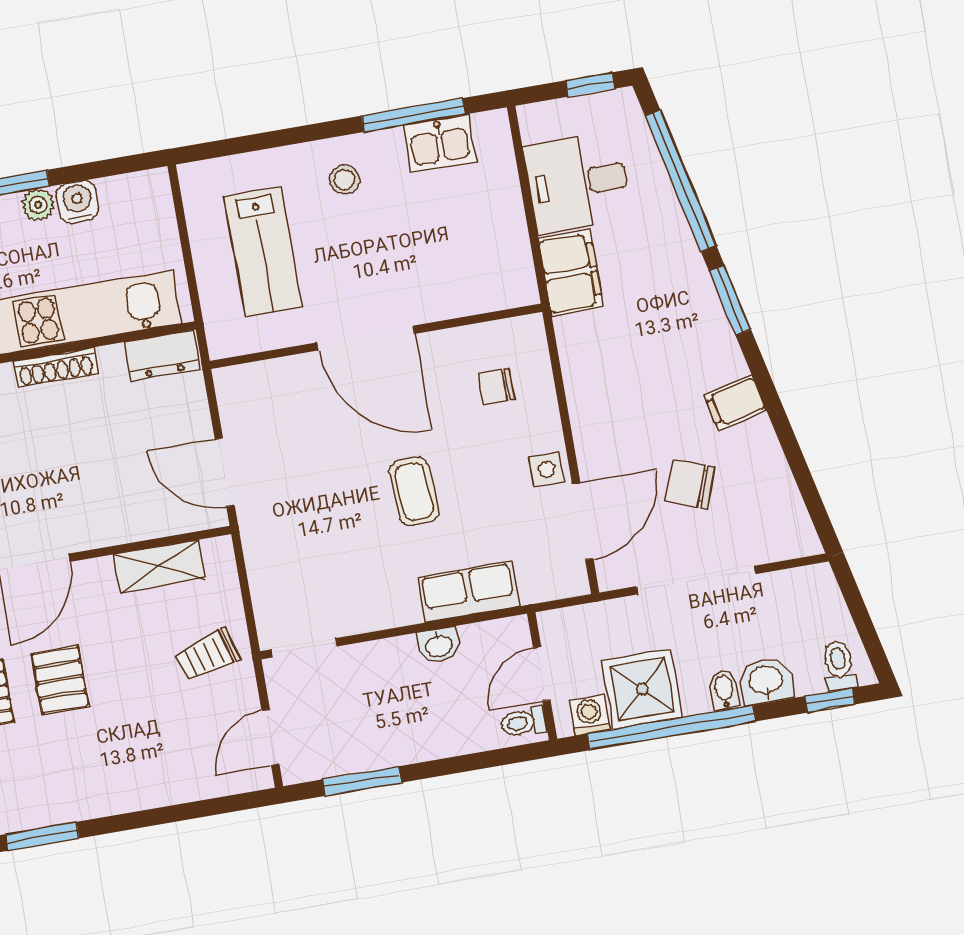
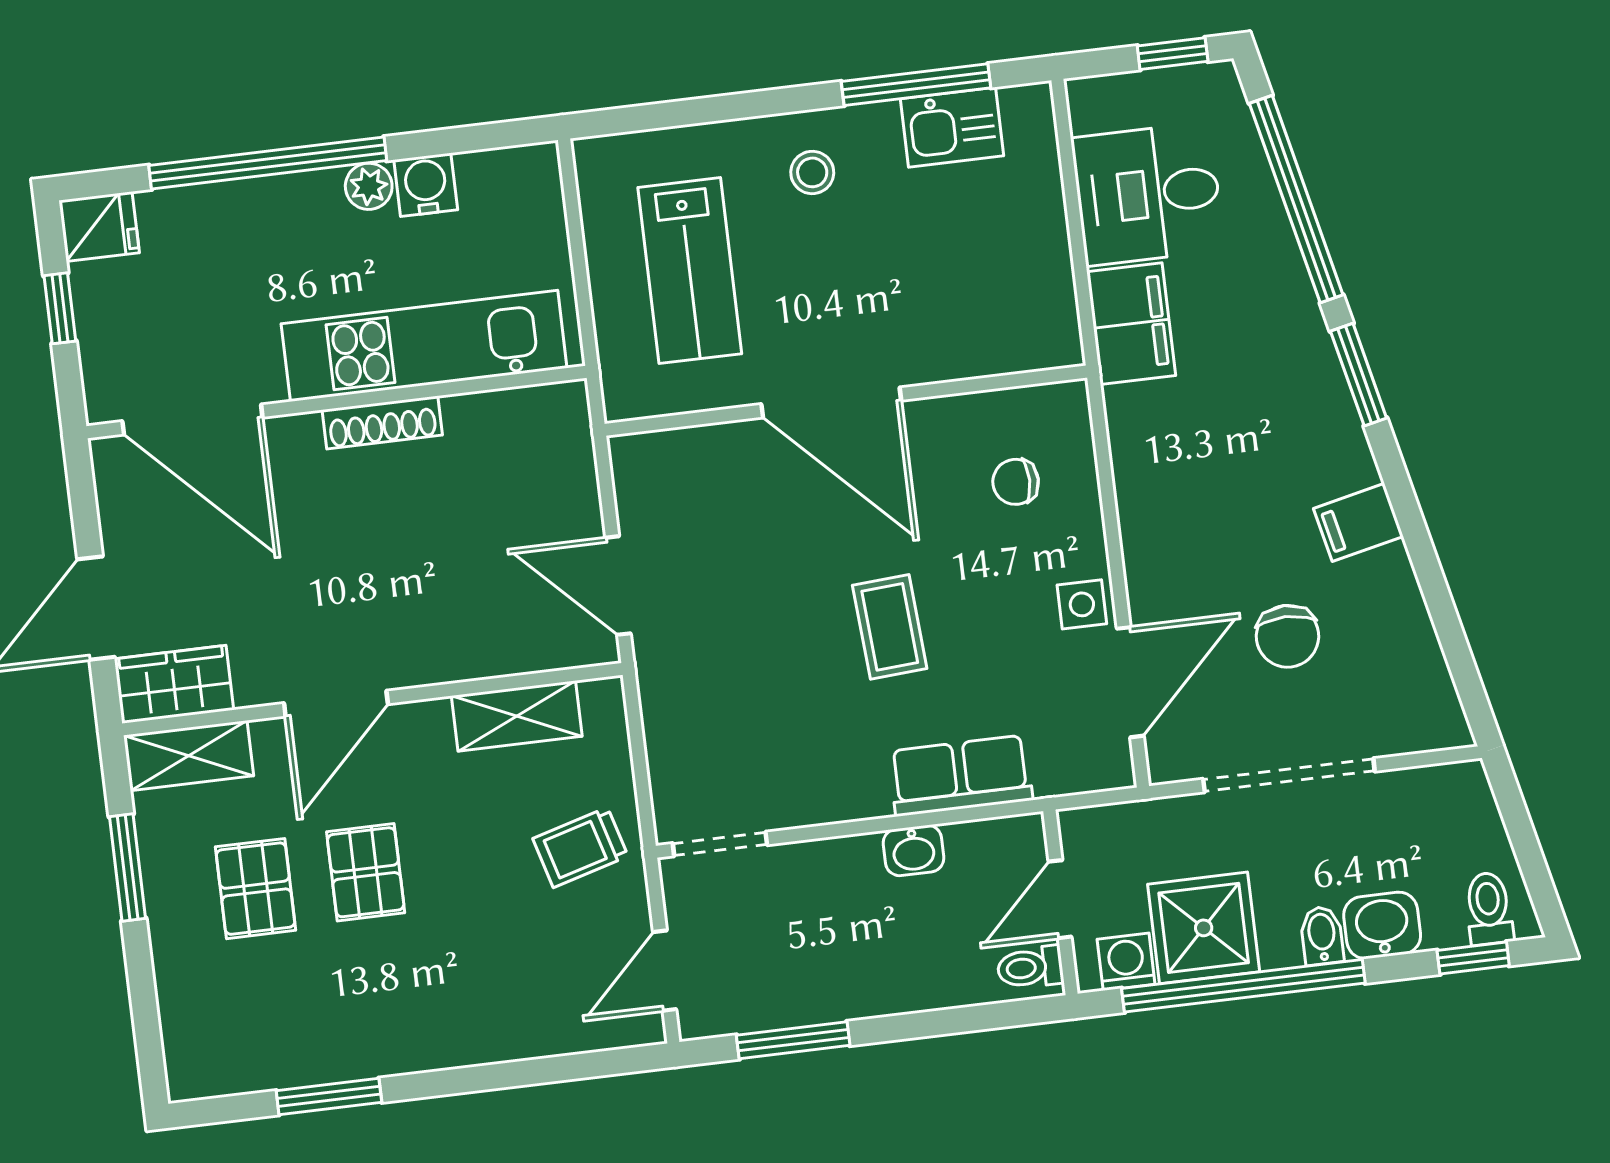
dresser: (162, 355) -> (536, 412), removed
chair: (690, 484) -> (1288, 636), turned -110

